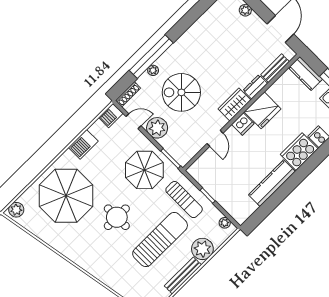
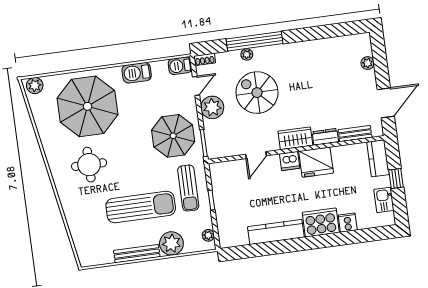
shoe rack: (128, 94) -> (205, 59), width x0.70
door: (133, 121) -> (196, 86), hinge flipped
round table: (117, 217) -> (89, 165), moved

